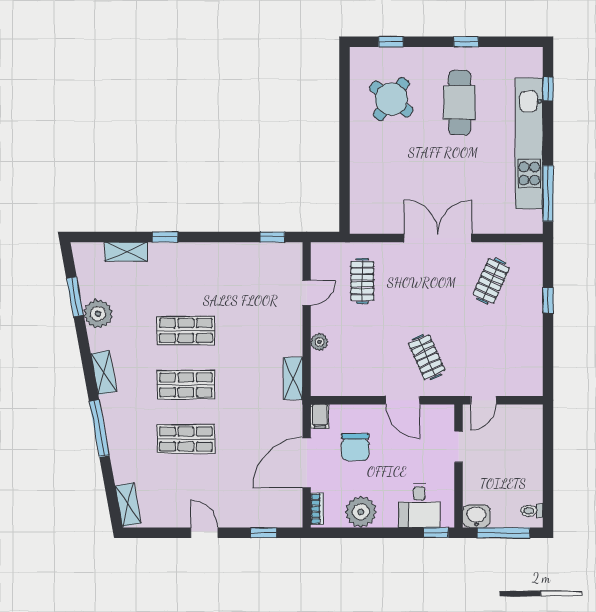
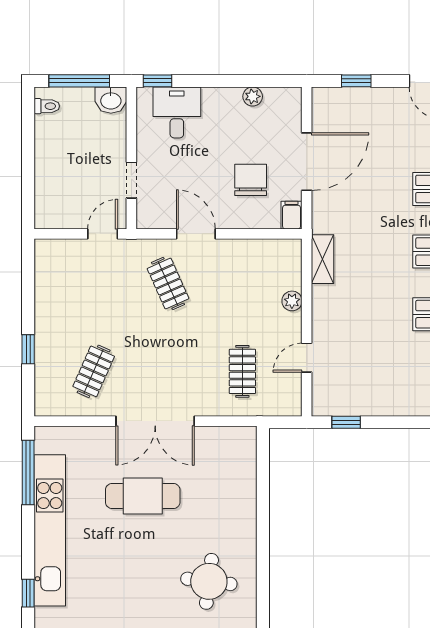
round table: (391, 99) -> (209, 581), turned -30
cafe table: (460, 103) -> (143, 496), moved, turned 90
bookcase: (317, 509) -> (295, 108), removed
plant: (361, 512) -> (253, 96), width x0.53, depth x0.53

